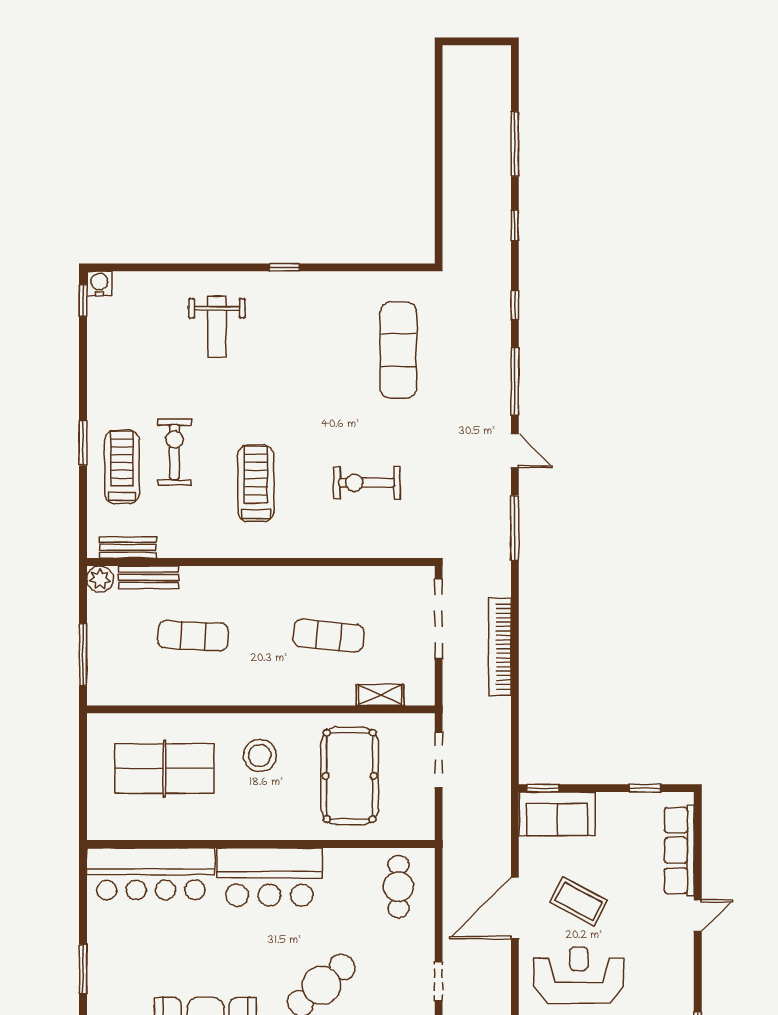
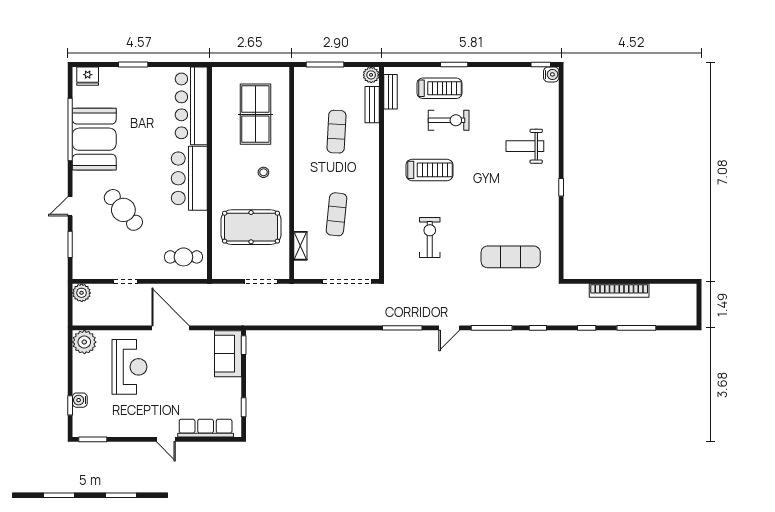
bookcase: (500, 647) -> (619, 290), moved, turned 180
stool: (260, 755) -> (263, 172), width x0.53, depth x0.53
coffee table: (579, 901) -> (175, 367), removed

